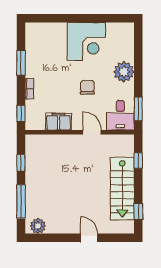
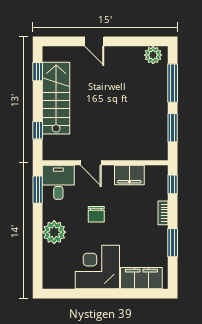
filing cabinet: (48, 32) -> (141, 278), added
window: (21, 163) -> (173, 128), width x1.50

